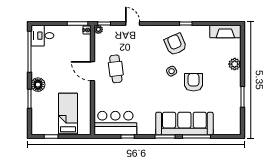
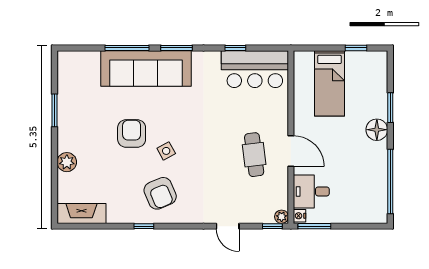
desk: (42, 36) -> (311, 191), moved, turned 180
armchair: (194, 82) -> (132, 133), turned 180

